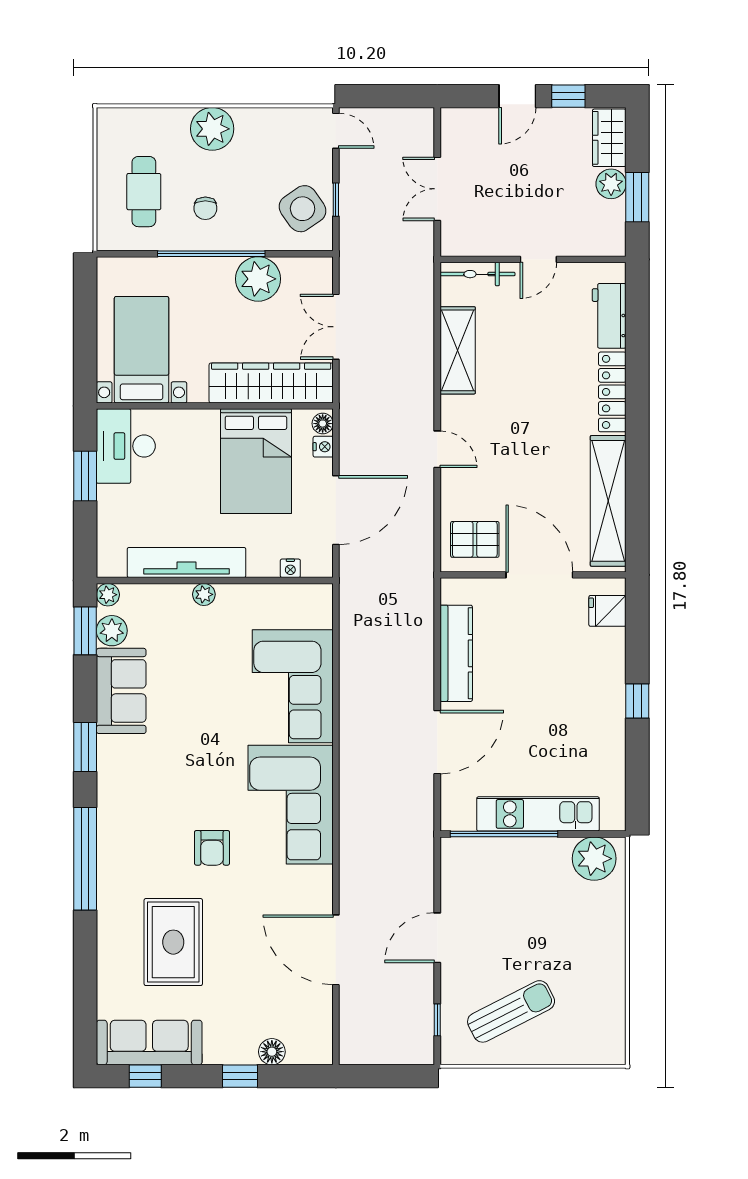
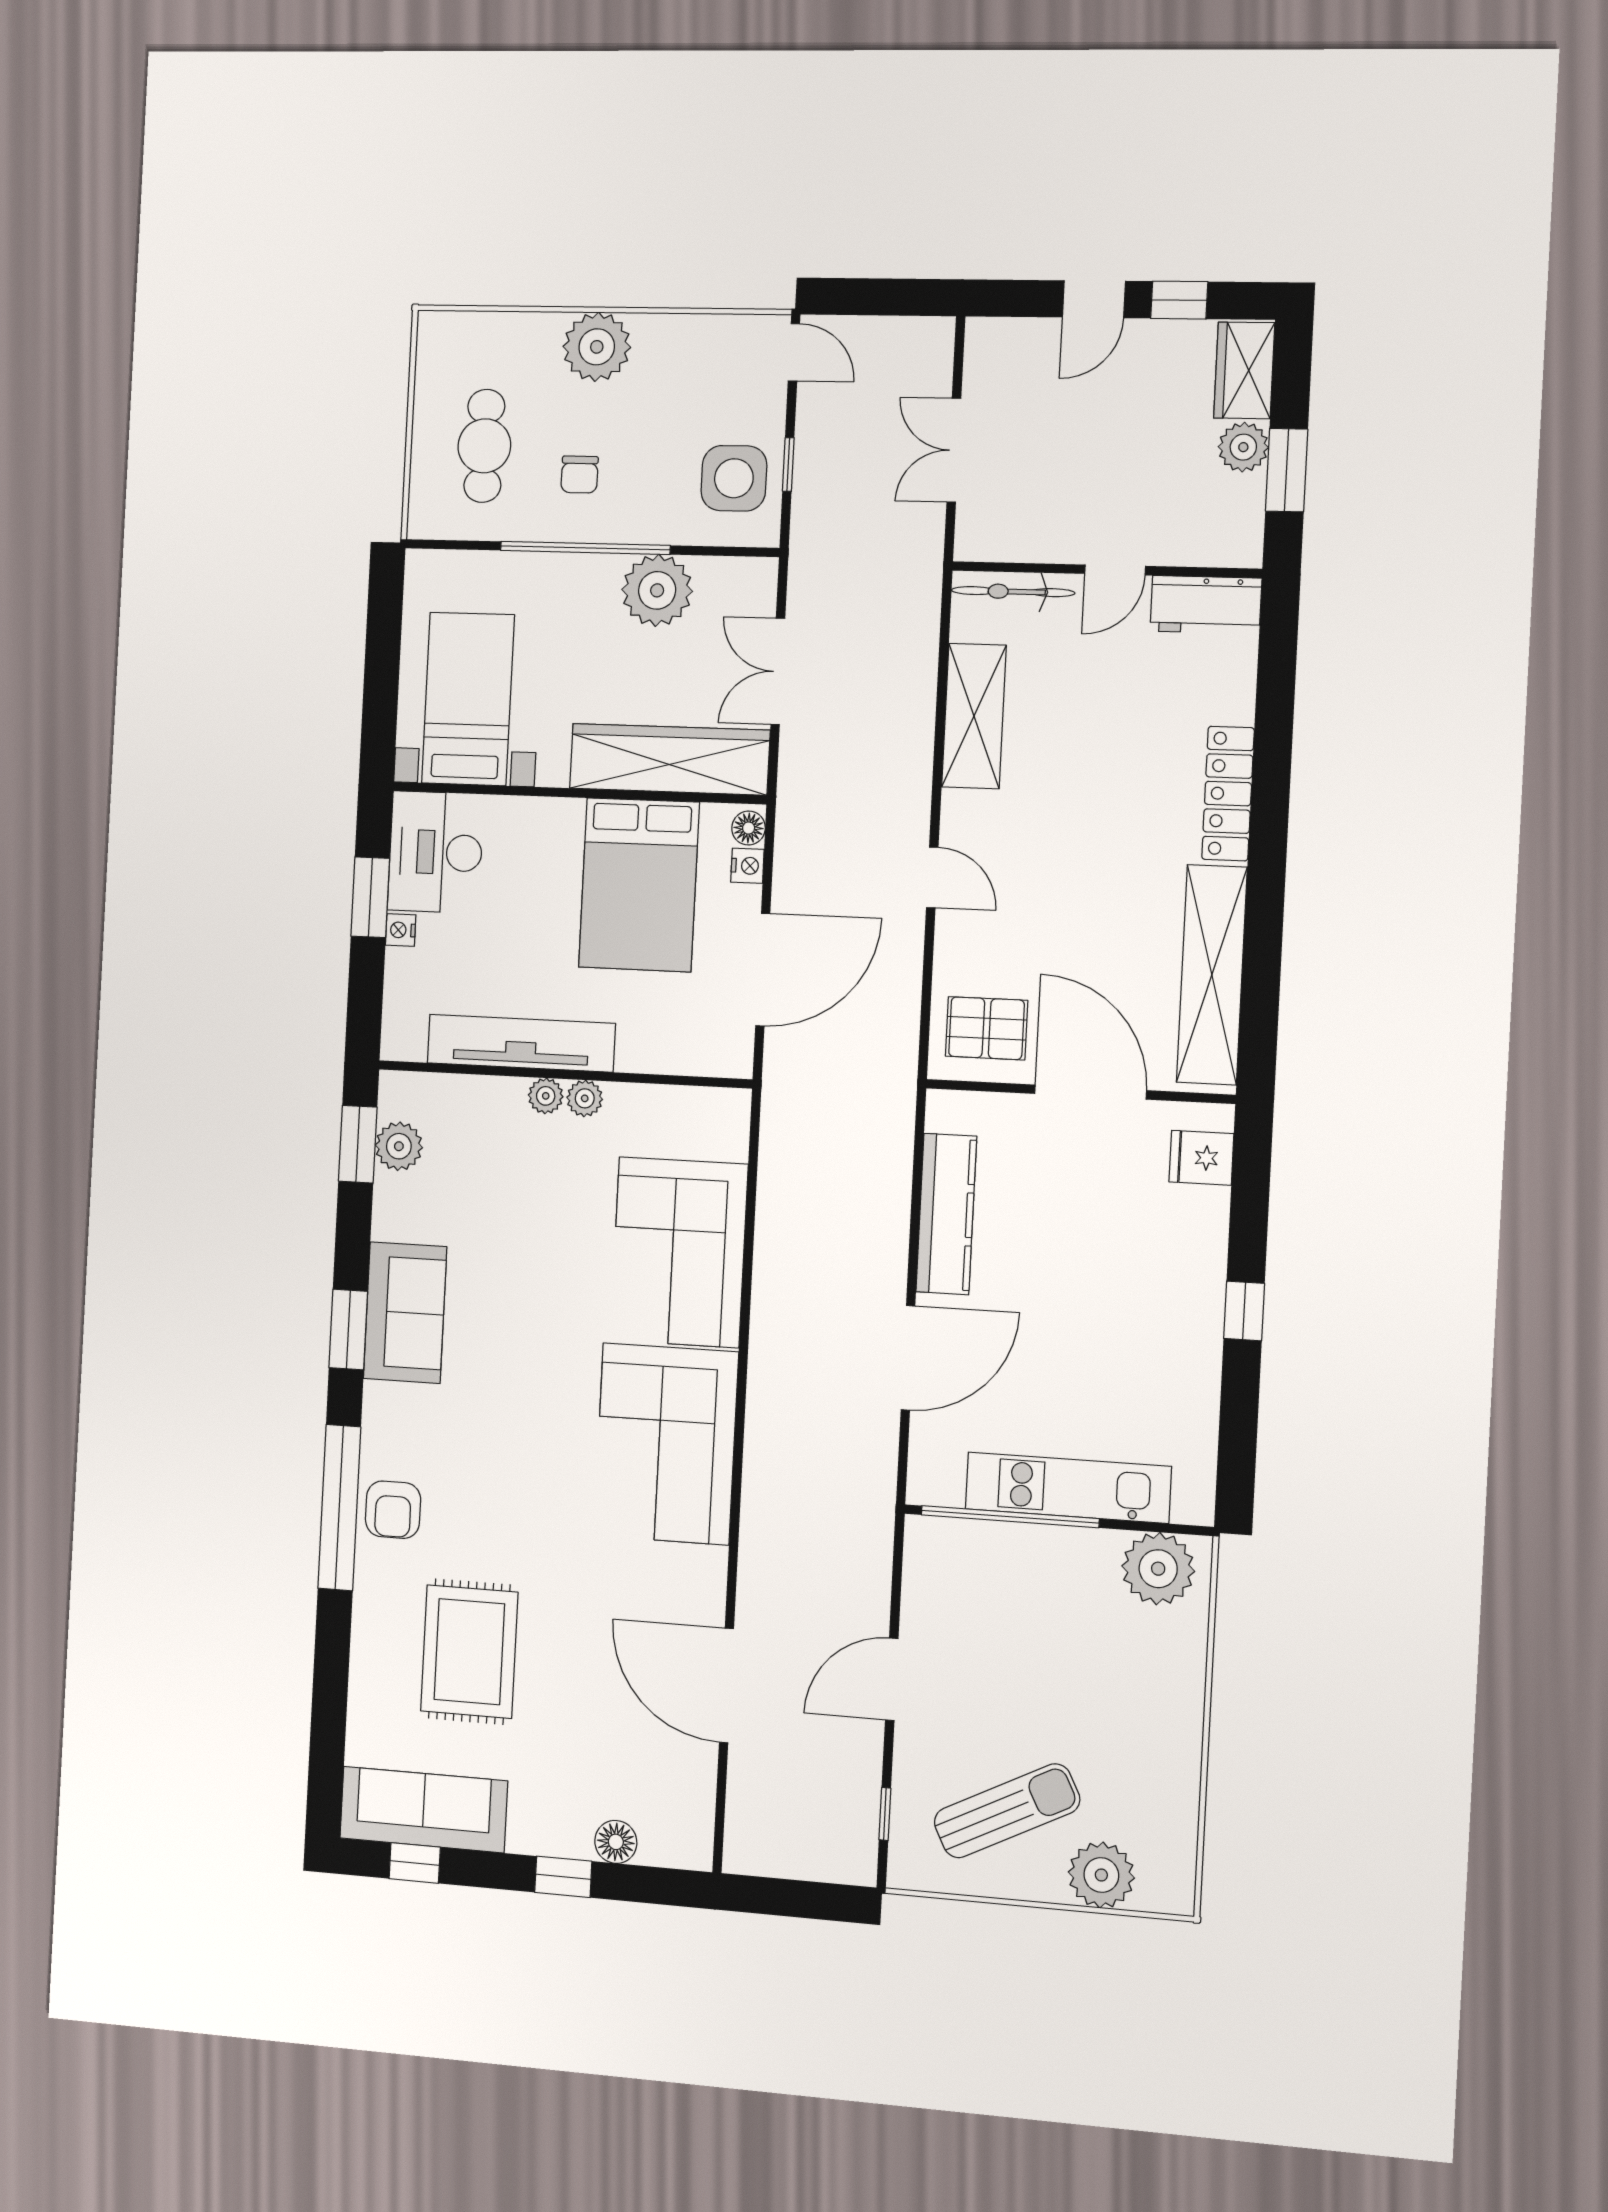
side table: (303, 209) -> (734, 478), turned 35
workbench: (609, 316) -> (1206, 605), moved, turned -90
nightstand: (290, 568) -> (401, 930), moved, turned 90
plant: (108, 595) -> (585, 1098), moved
sofa: (121, 691) -> (405, 1313), moved
armchair: (212, 848) -> (393, 1510), moved
plant: (570, 1045) -> (1101, 1875), added

